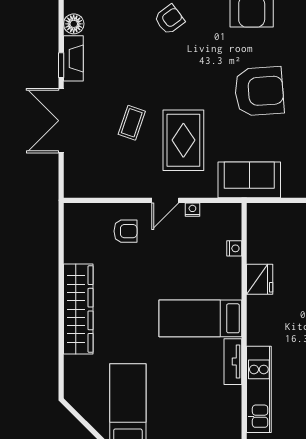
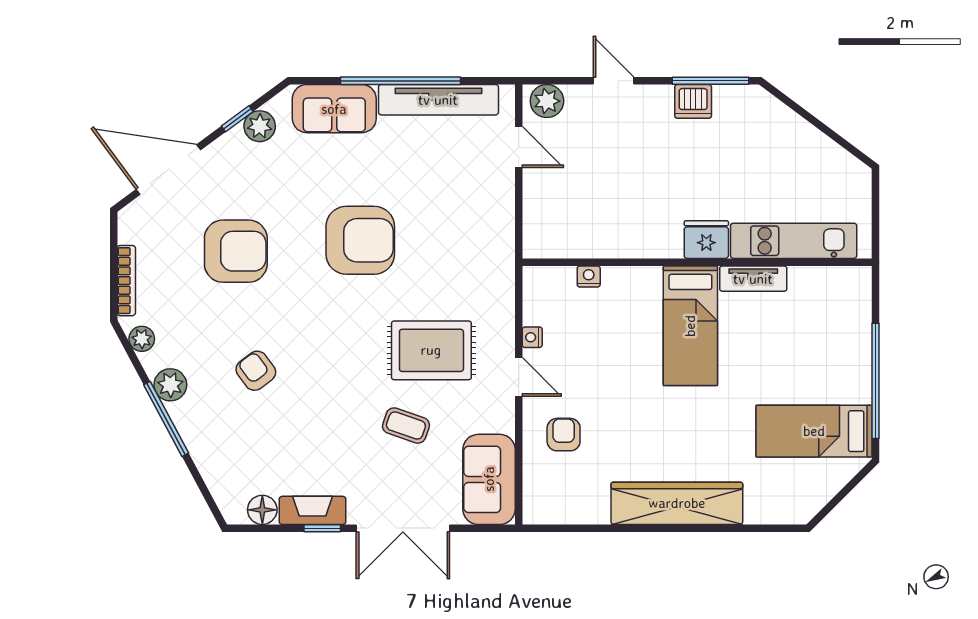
armchair: (259, 91) -> (360, 240), turned 94
sofa: (249, 180) -> (489, 479), moved
fridge: (260, 279) -> (706, 240), moved

